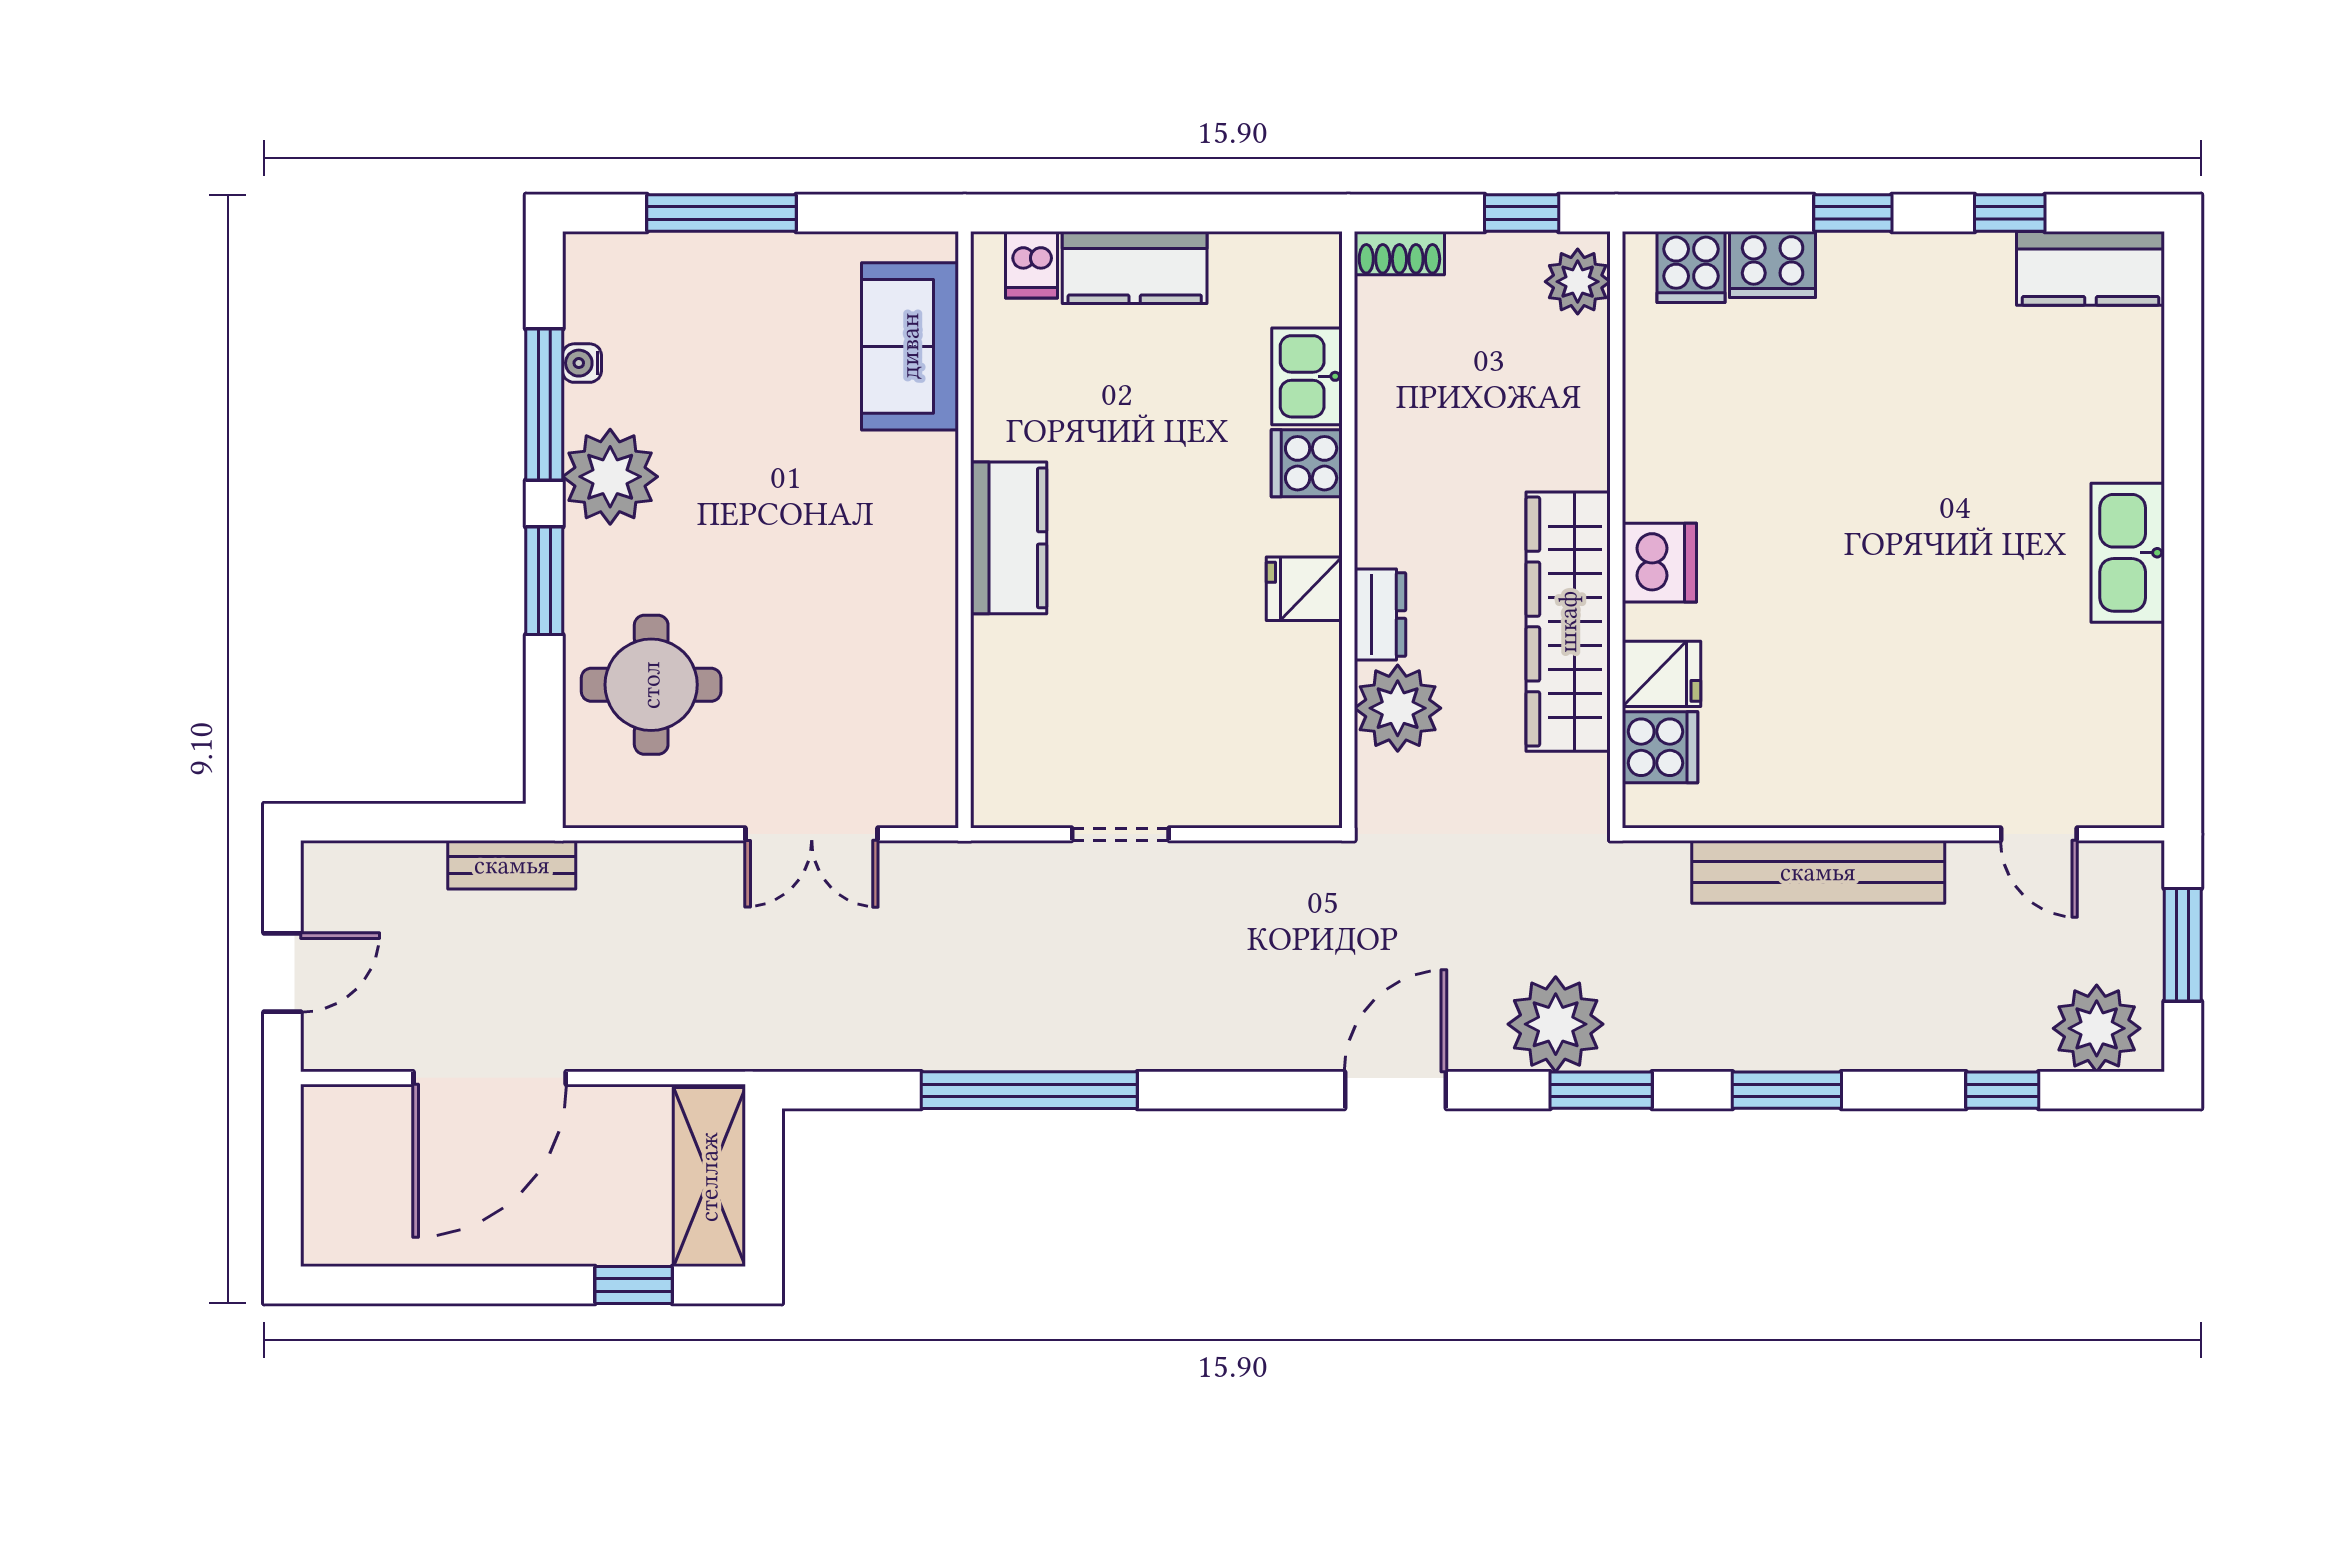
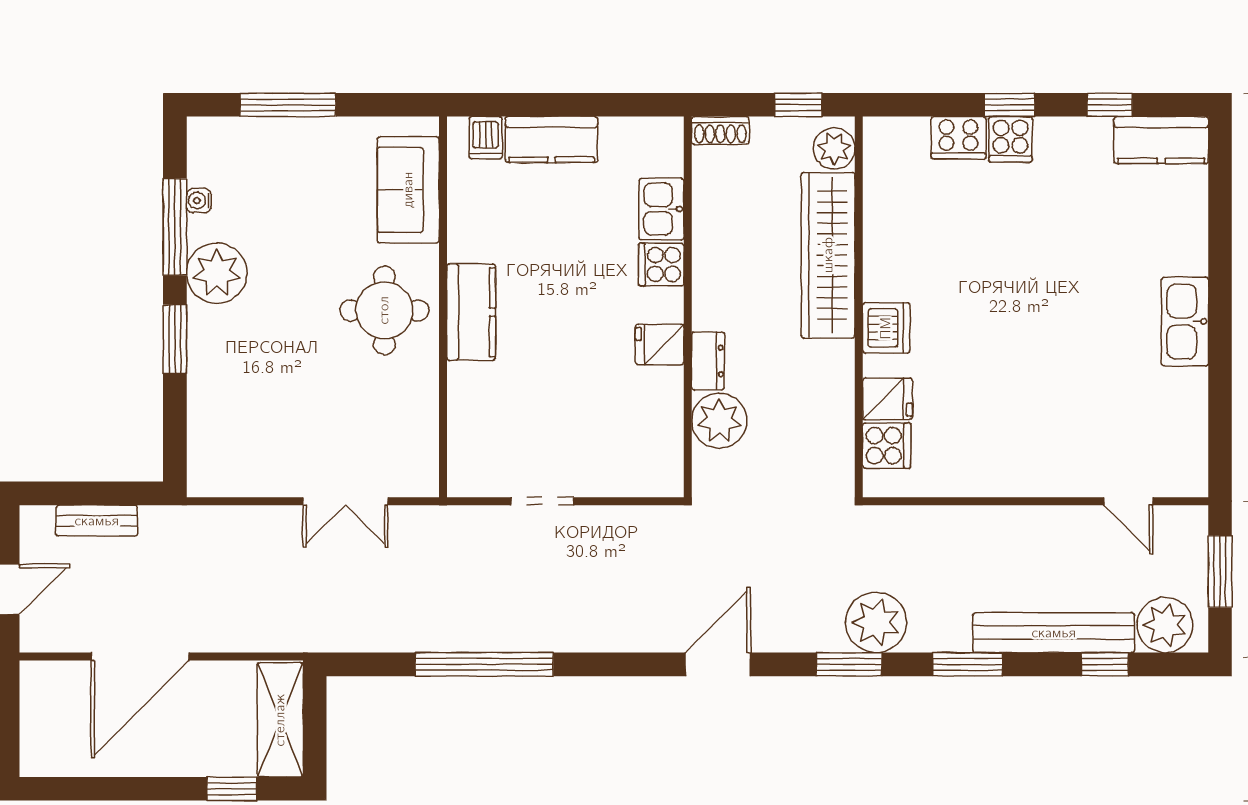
cooker: (1691, 267) -> (1010, 139), moved
wardrobe: (1568, 622) -> (828, 255), moved
round table: (651, 685) -> (384, 310), moved
bench: (512, 865) -> (97, 521), moved
bench: (1818, 872) -> (1054, 633), moved
plant: (1556, 1024) -> (876, 622), moved

